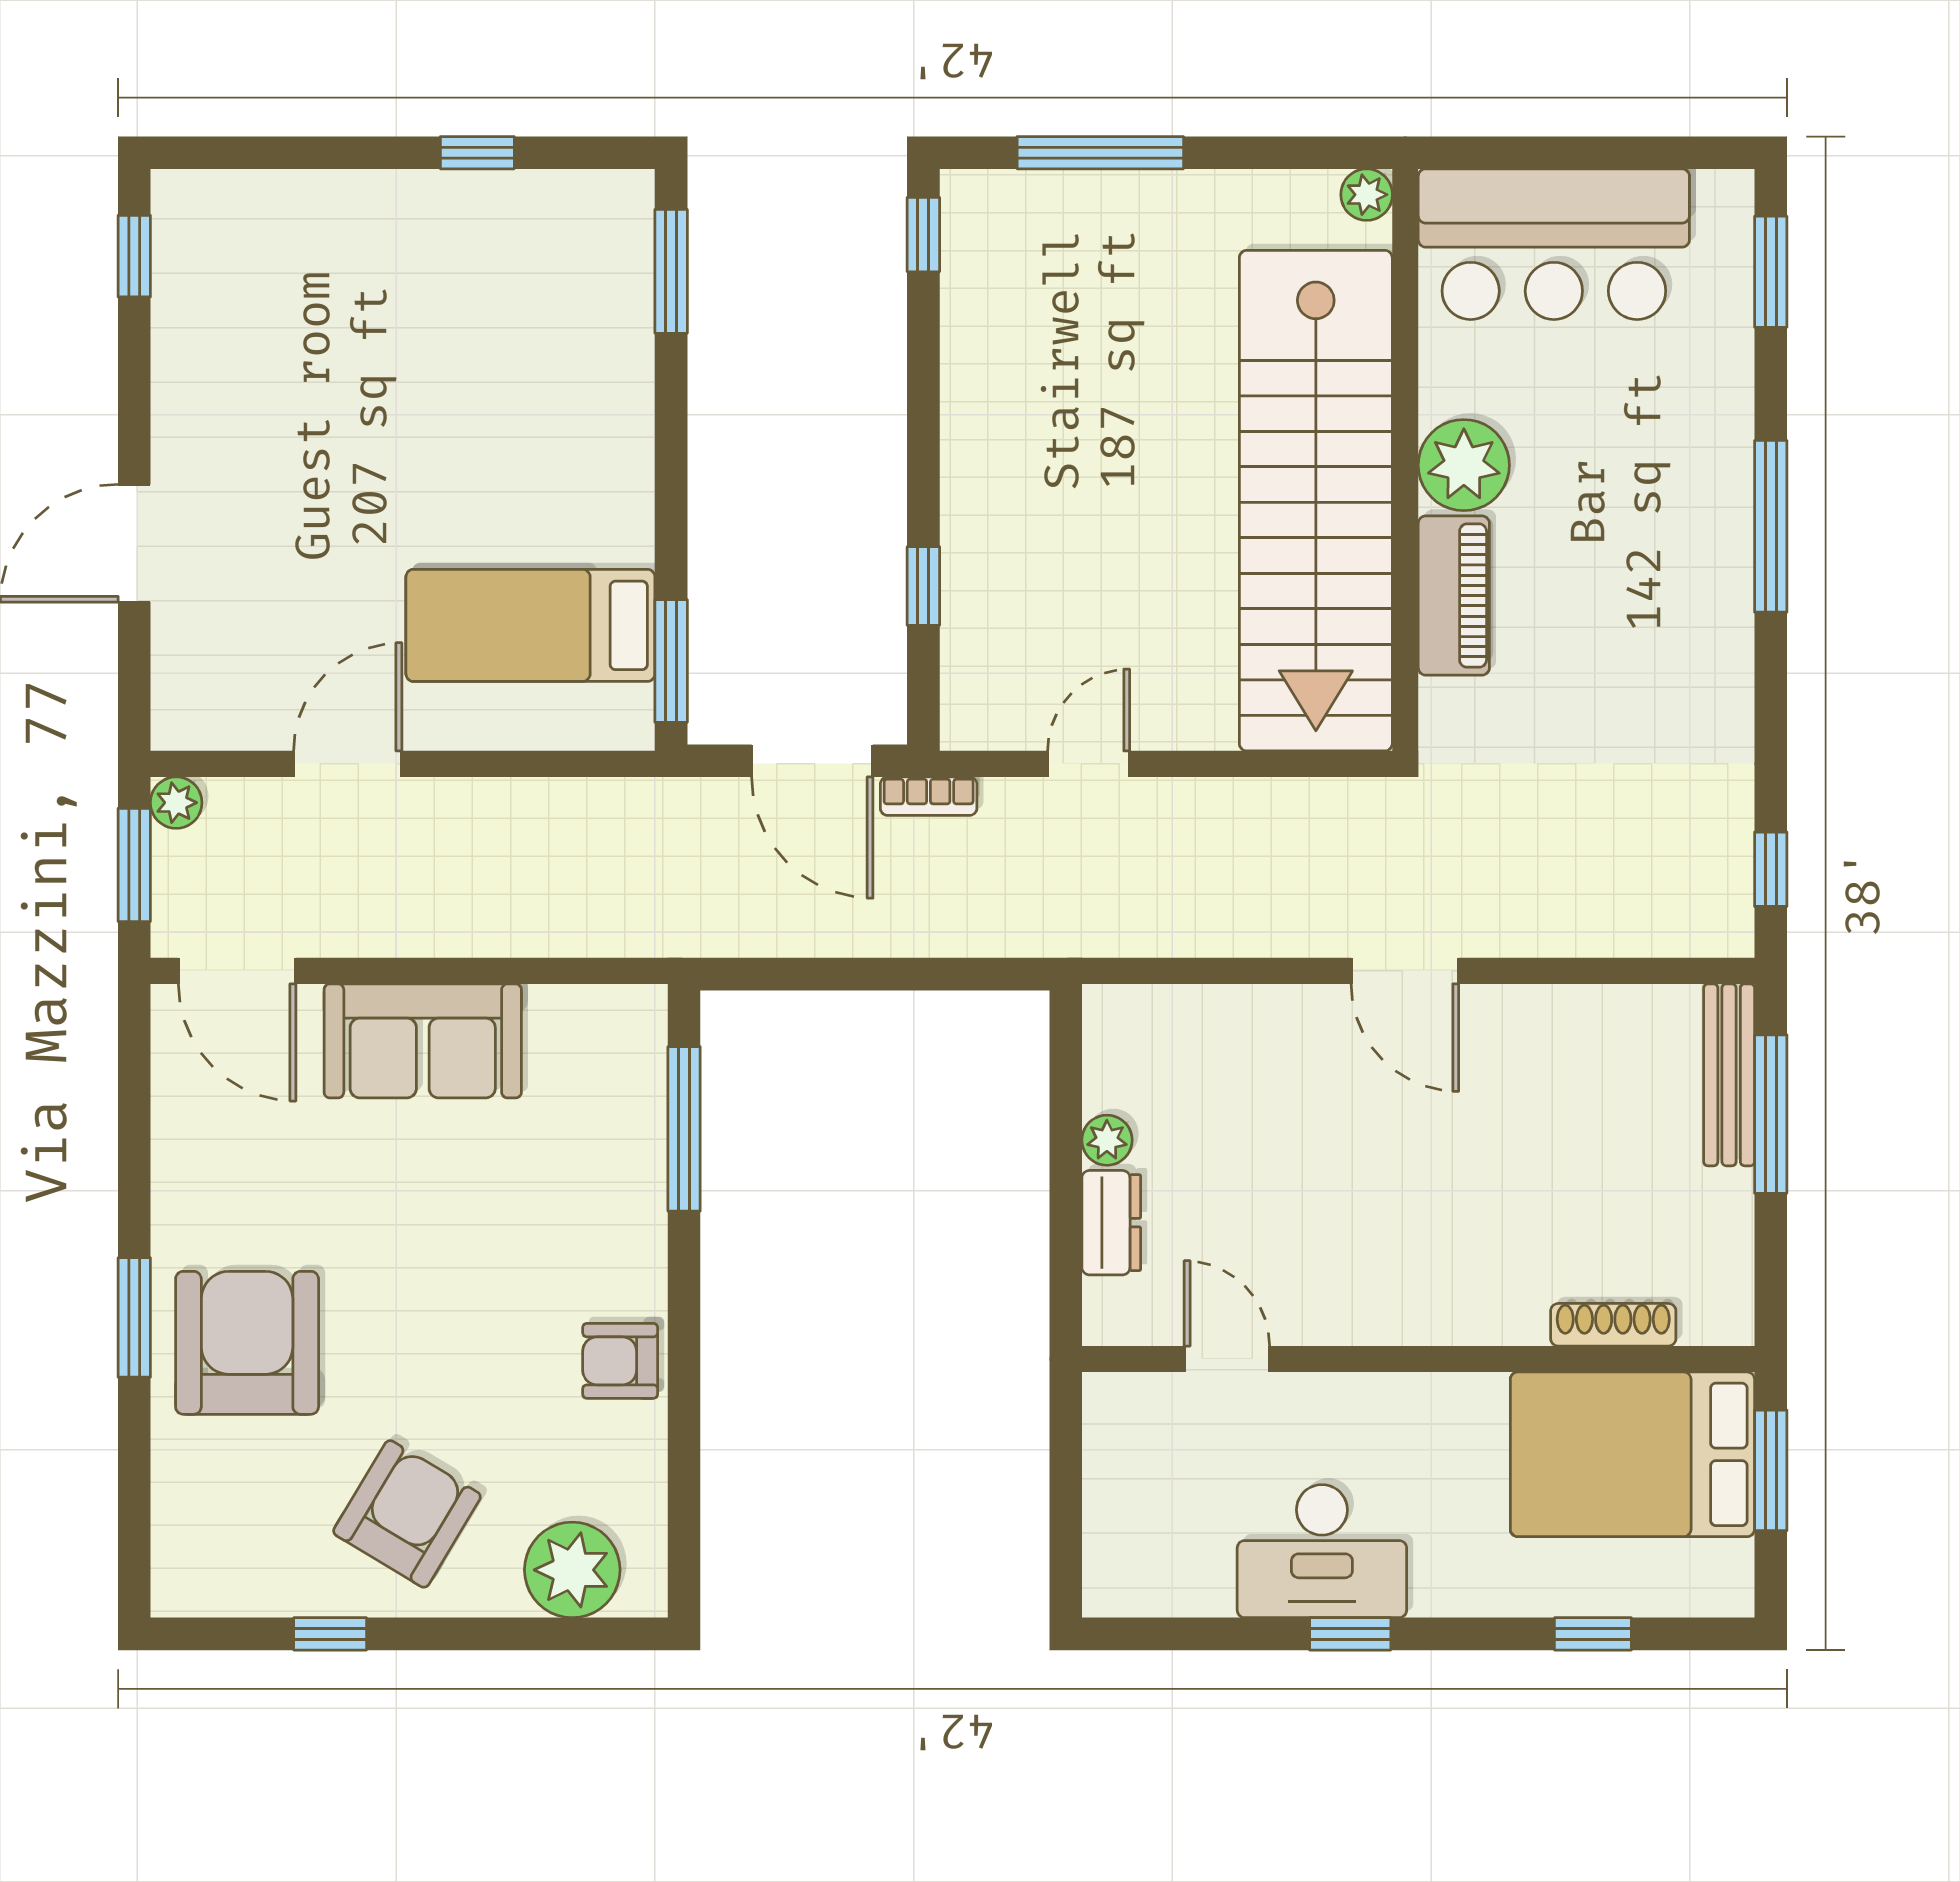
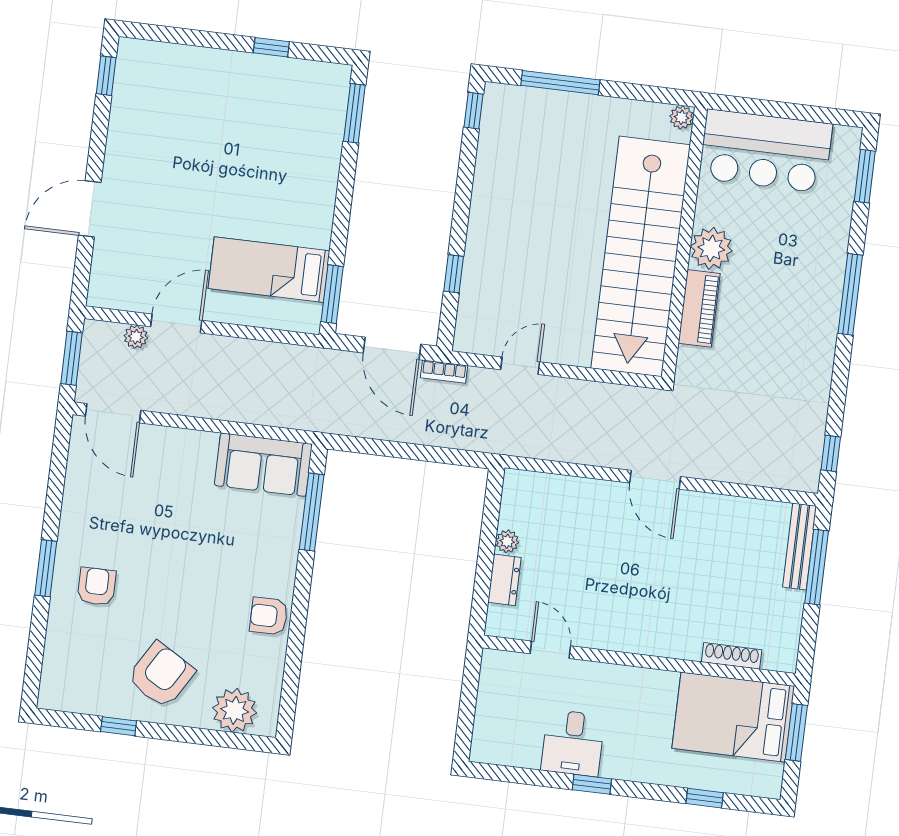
plant: (176, 803) -> (136, 337), moved
sofa: (423, 1041) -> (263, 465), moved
armchair: (247, 1343) -> (97, 586), width x0.53, depth x0.53
desk: (1322, 1551) -> (573, 743), width x0.73

